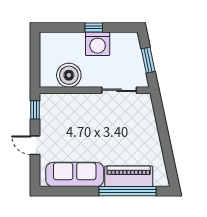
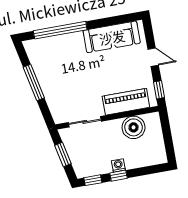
window: (121, 27) -> (93, 180), added
washing machine: (98, 44) -> (118, 165), width x0.53, depth x0.53
window: (165, 141) -> (34, 82), added
piano: (129, 176) -> (126, 102), moved, turned 180

